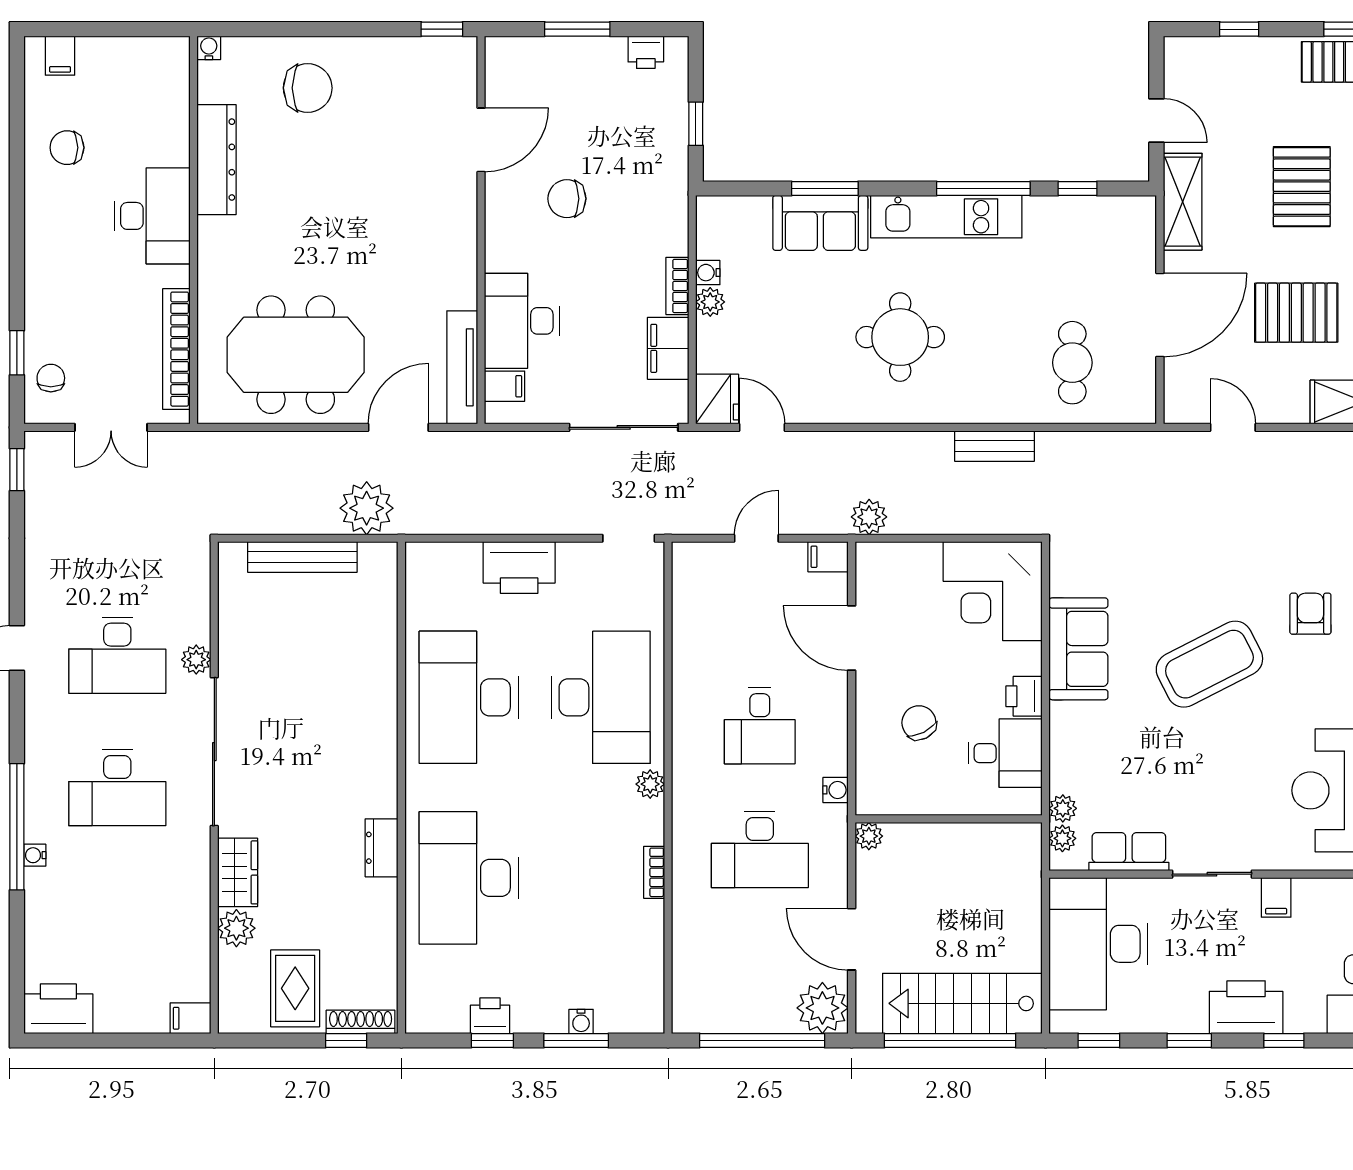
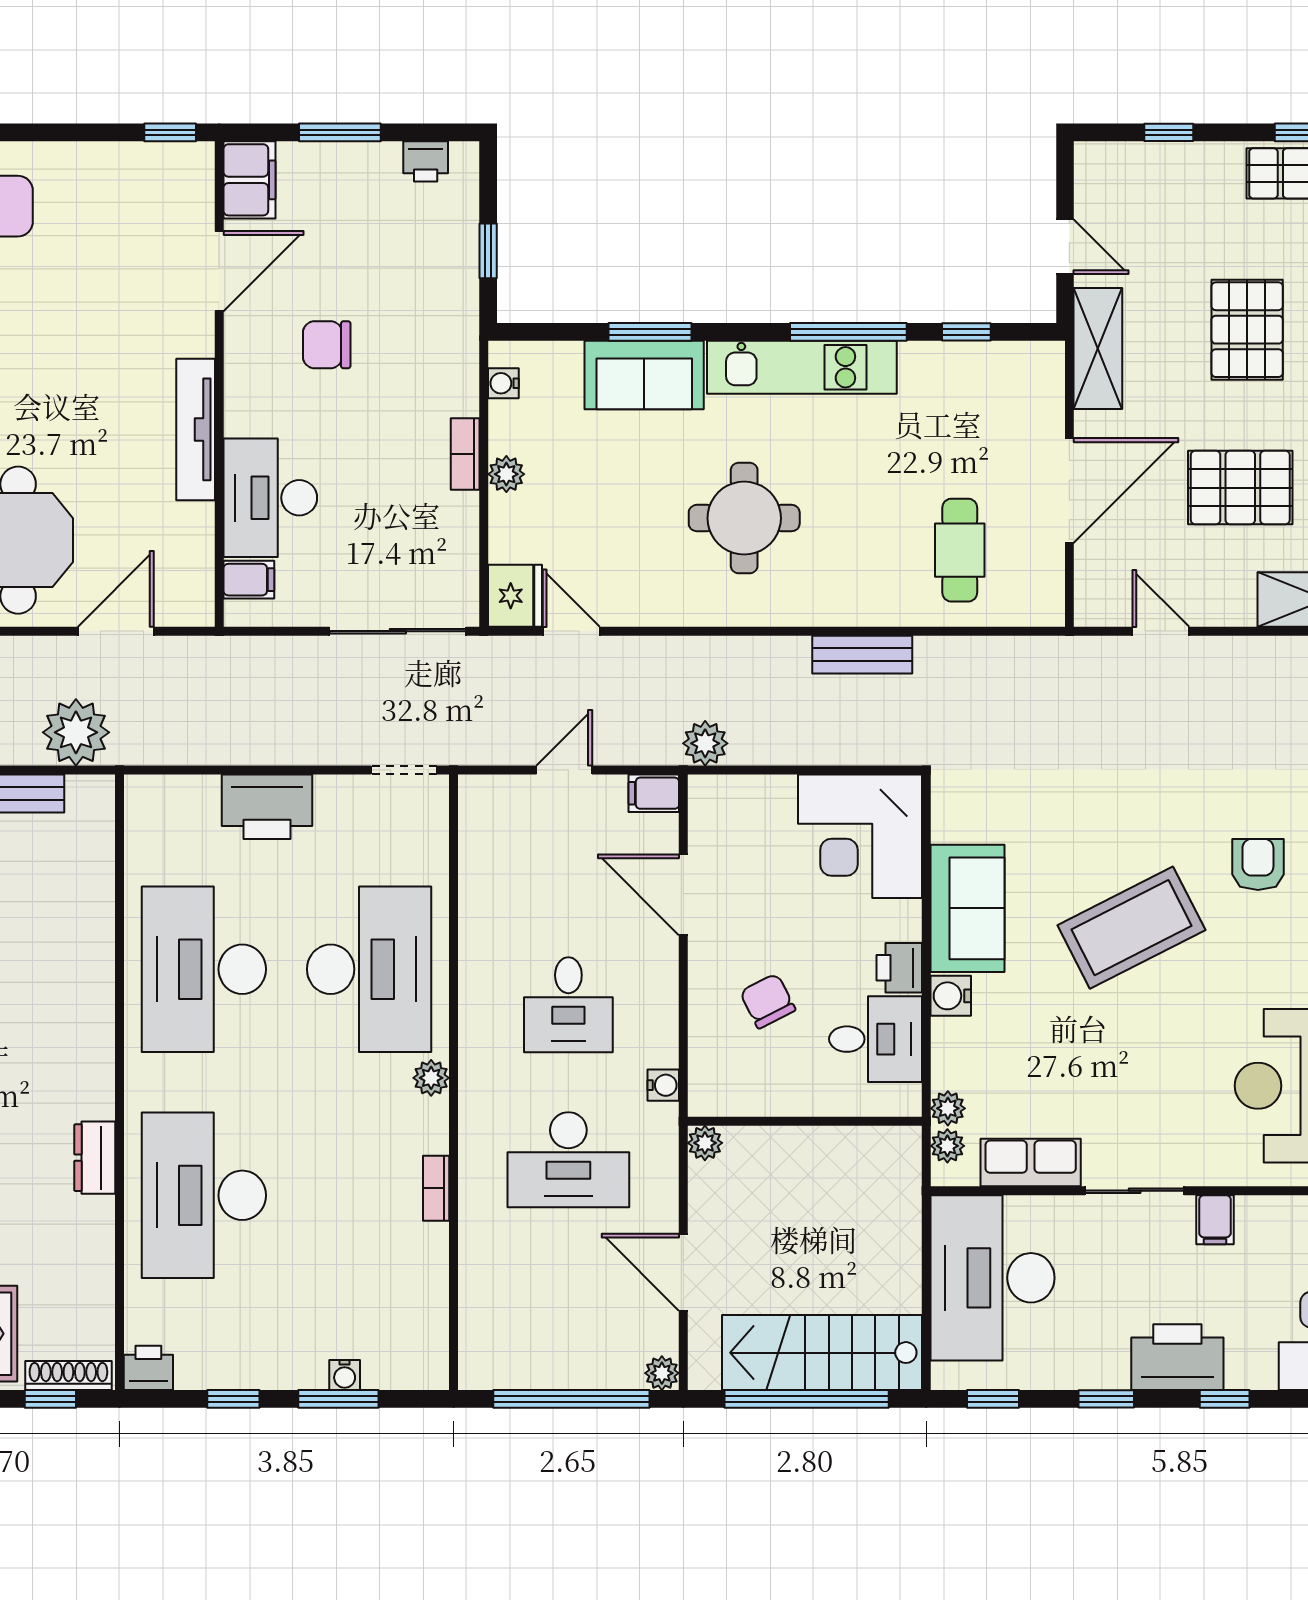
water cooler: (708, 273) -> (503, 383), moved
filing cabinet: (668, 348) -> (249, 180), moved, turned 180
tv unit: (462, 367) -> (196, 429), moved
water cooler: (1065, 719) -> (951, 996), added
plant: (822, 1008) -> (662, 1373), width x0.53, depth x0.53
printer: (490, 1016) -> (148, 1368), moved

